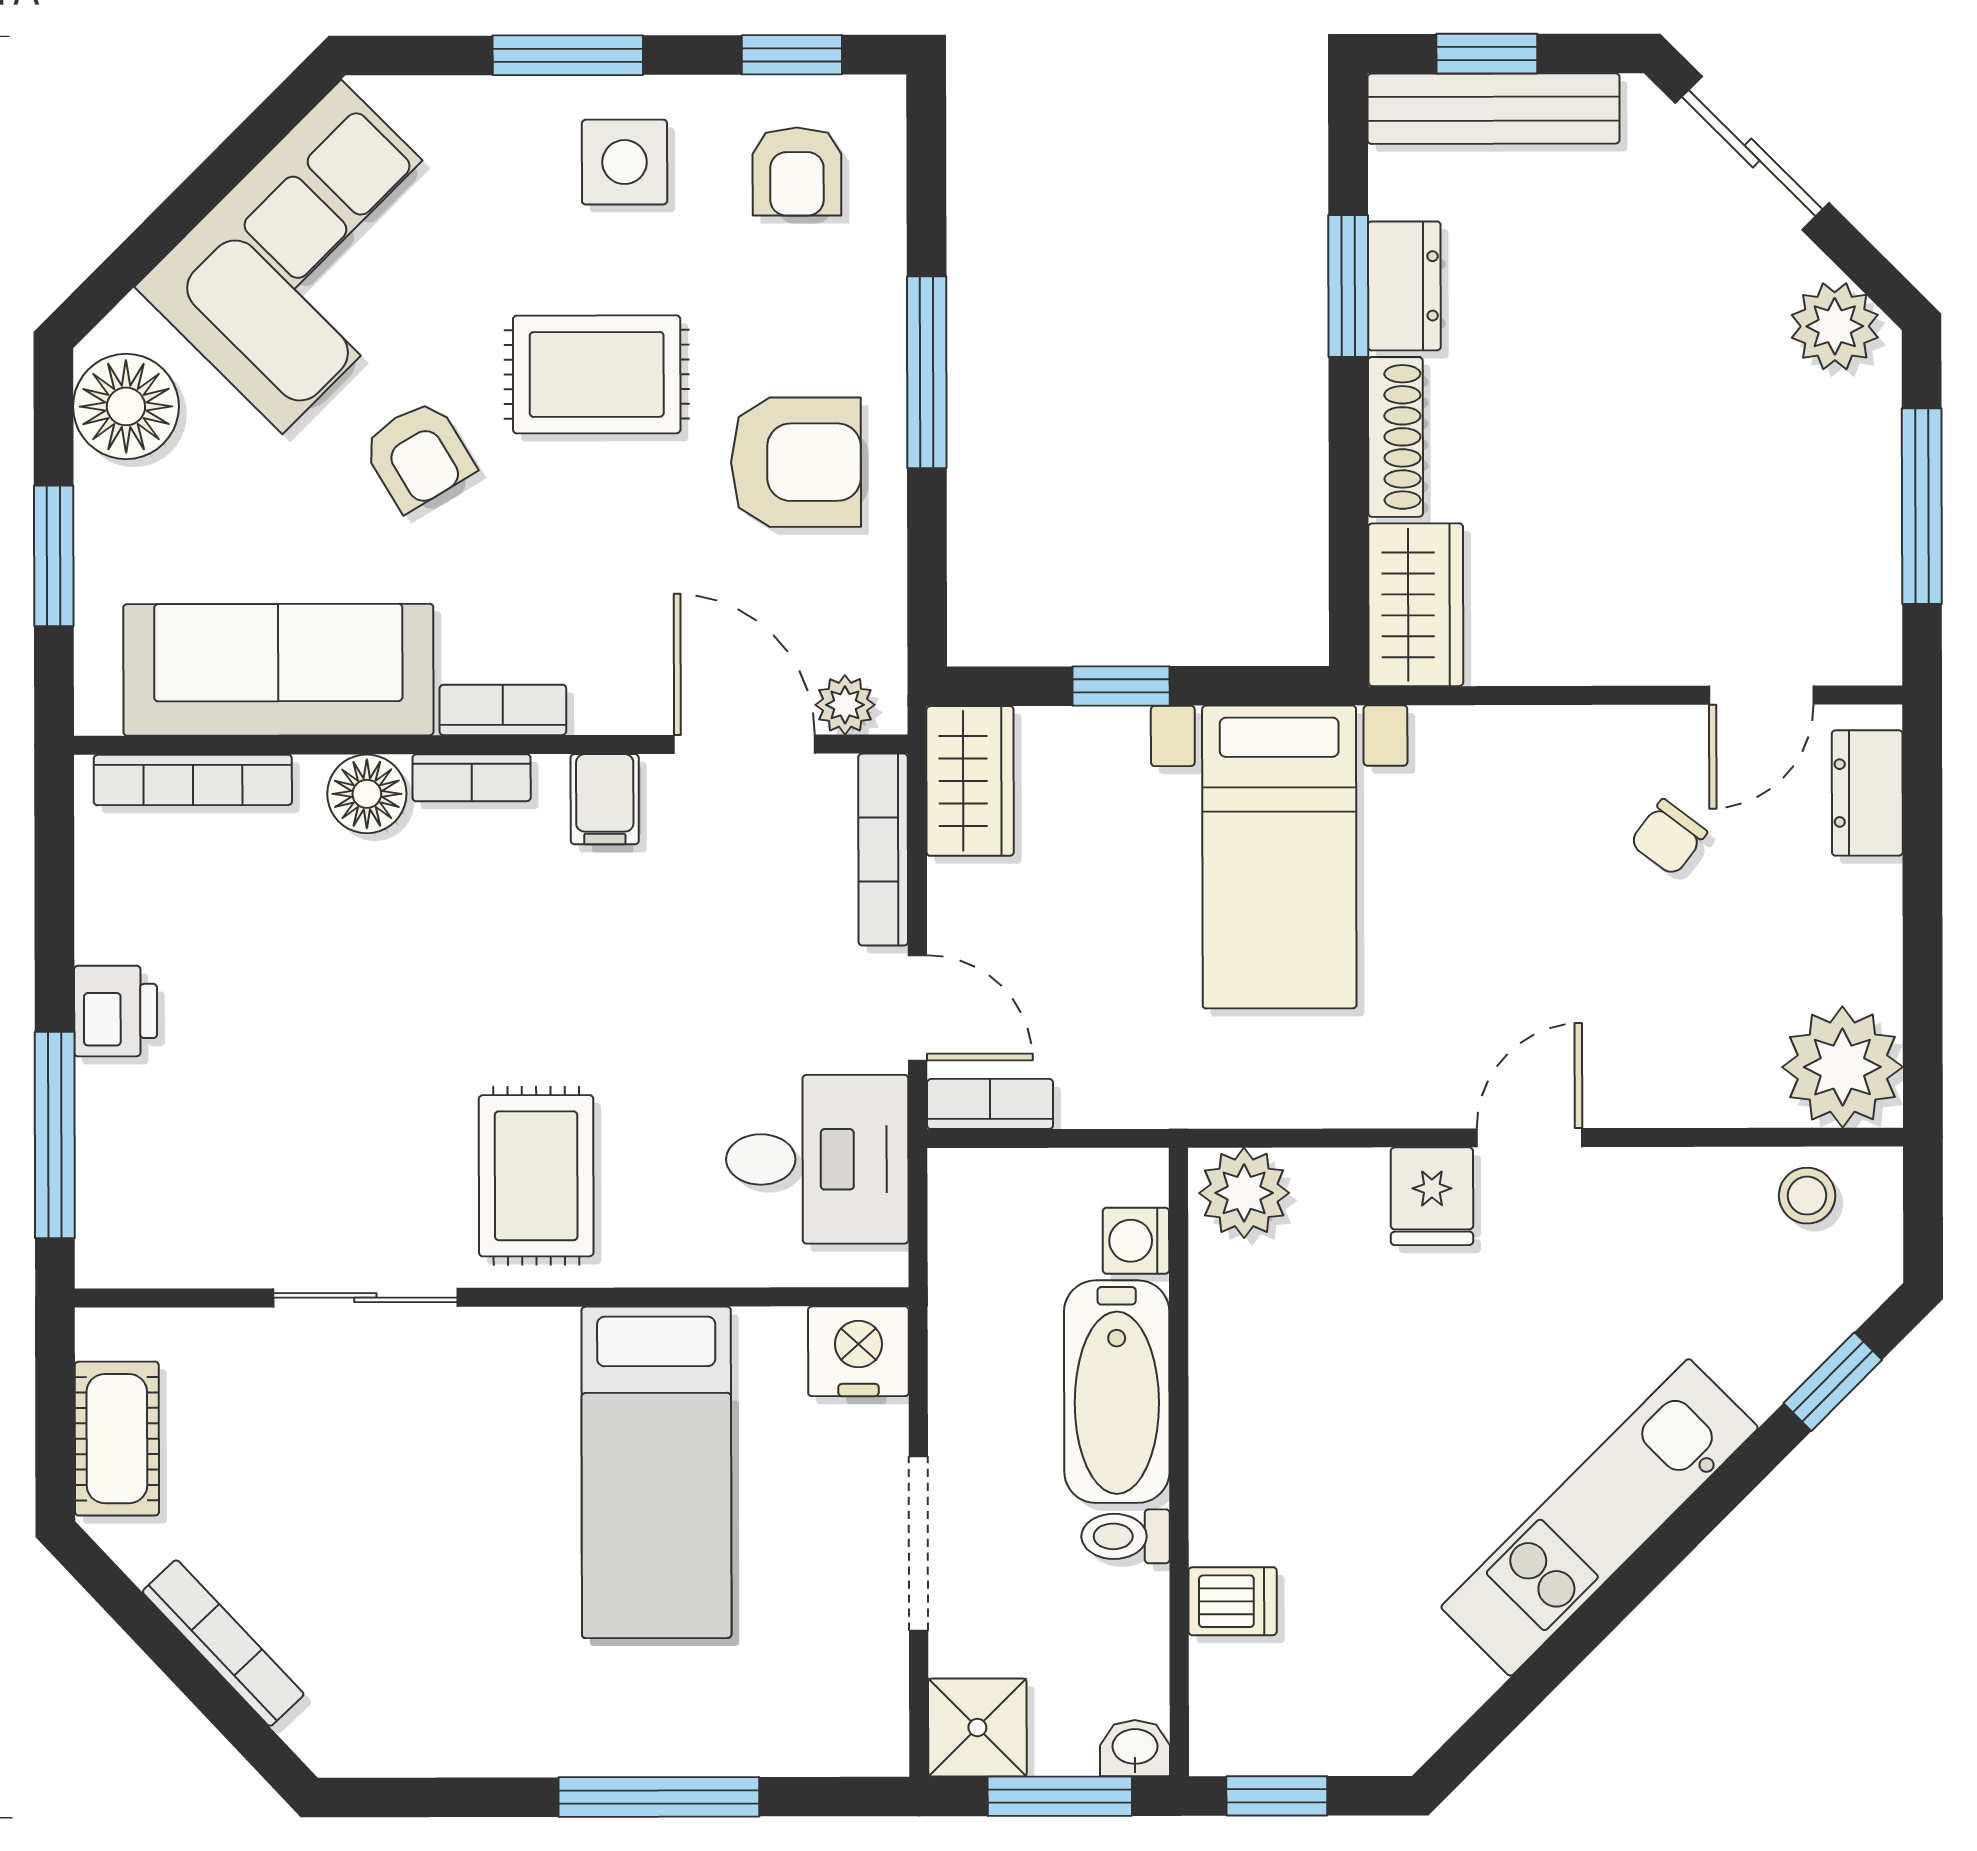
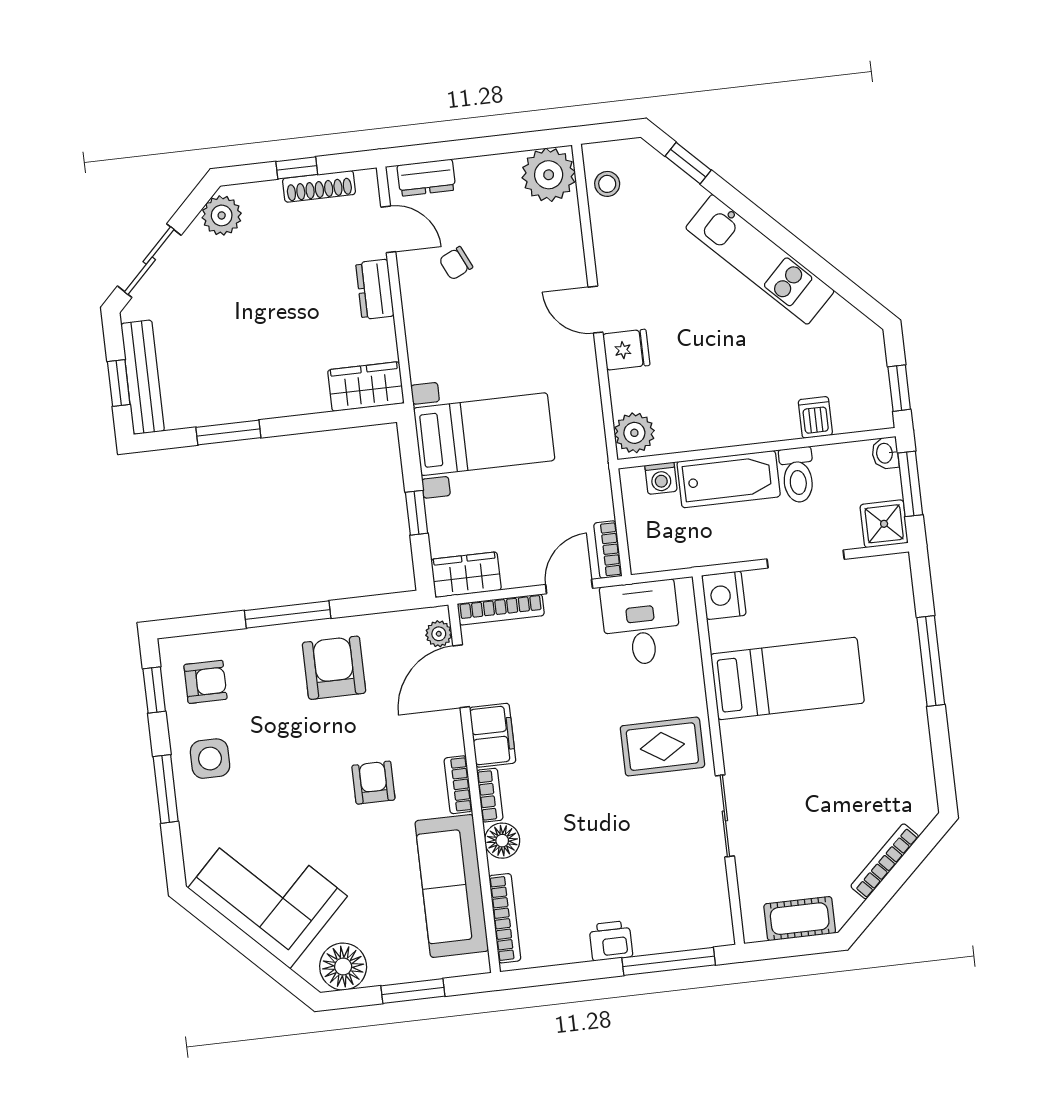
dresser: (1404, 286) -> (375, 289), moved, turned -90
rug: (597, 374) -> (305, 760), removed
shoe rack: (1395, 437) -> (319, 186), moved, turned 180
armchair: (418, 455) -> (373, 783), moved, turned -59
window: (1922, 506) -> (297, 168), width x0.46
filing cabinet: (605, 799) -> (493, 735), width x2.00
chair: (1668, 837) -> (456, 263), turned 118
toilet: (1125, 1536) -> (797, 475), width x1.37, depth x1.39

